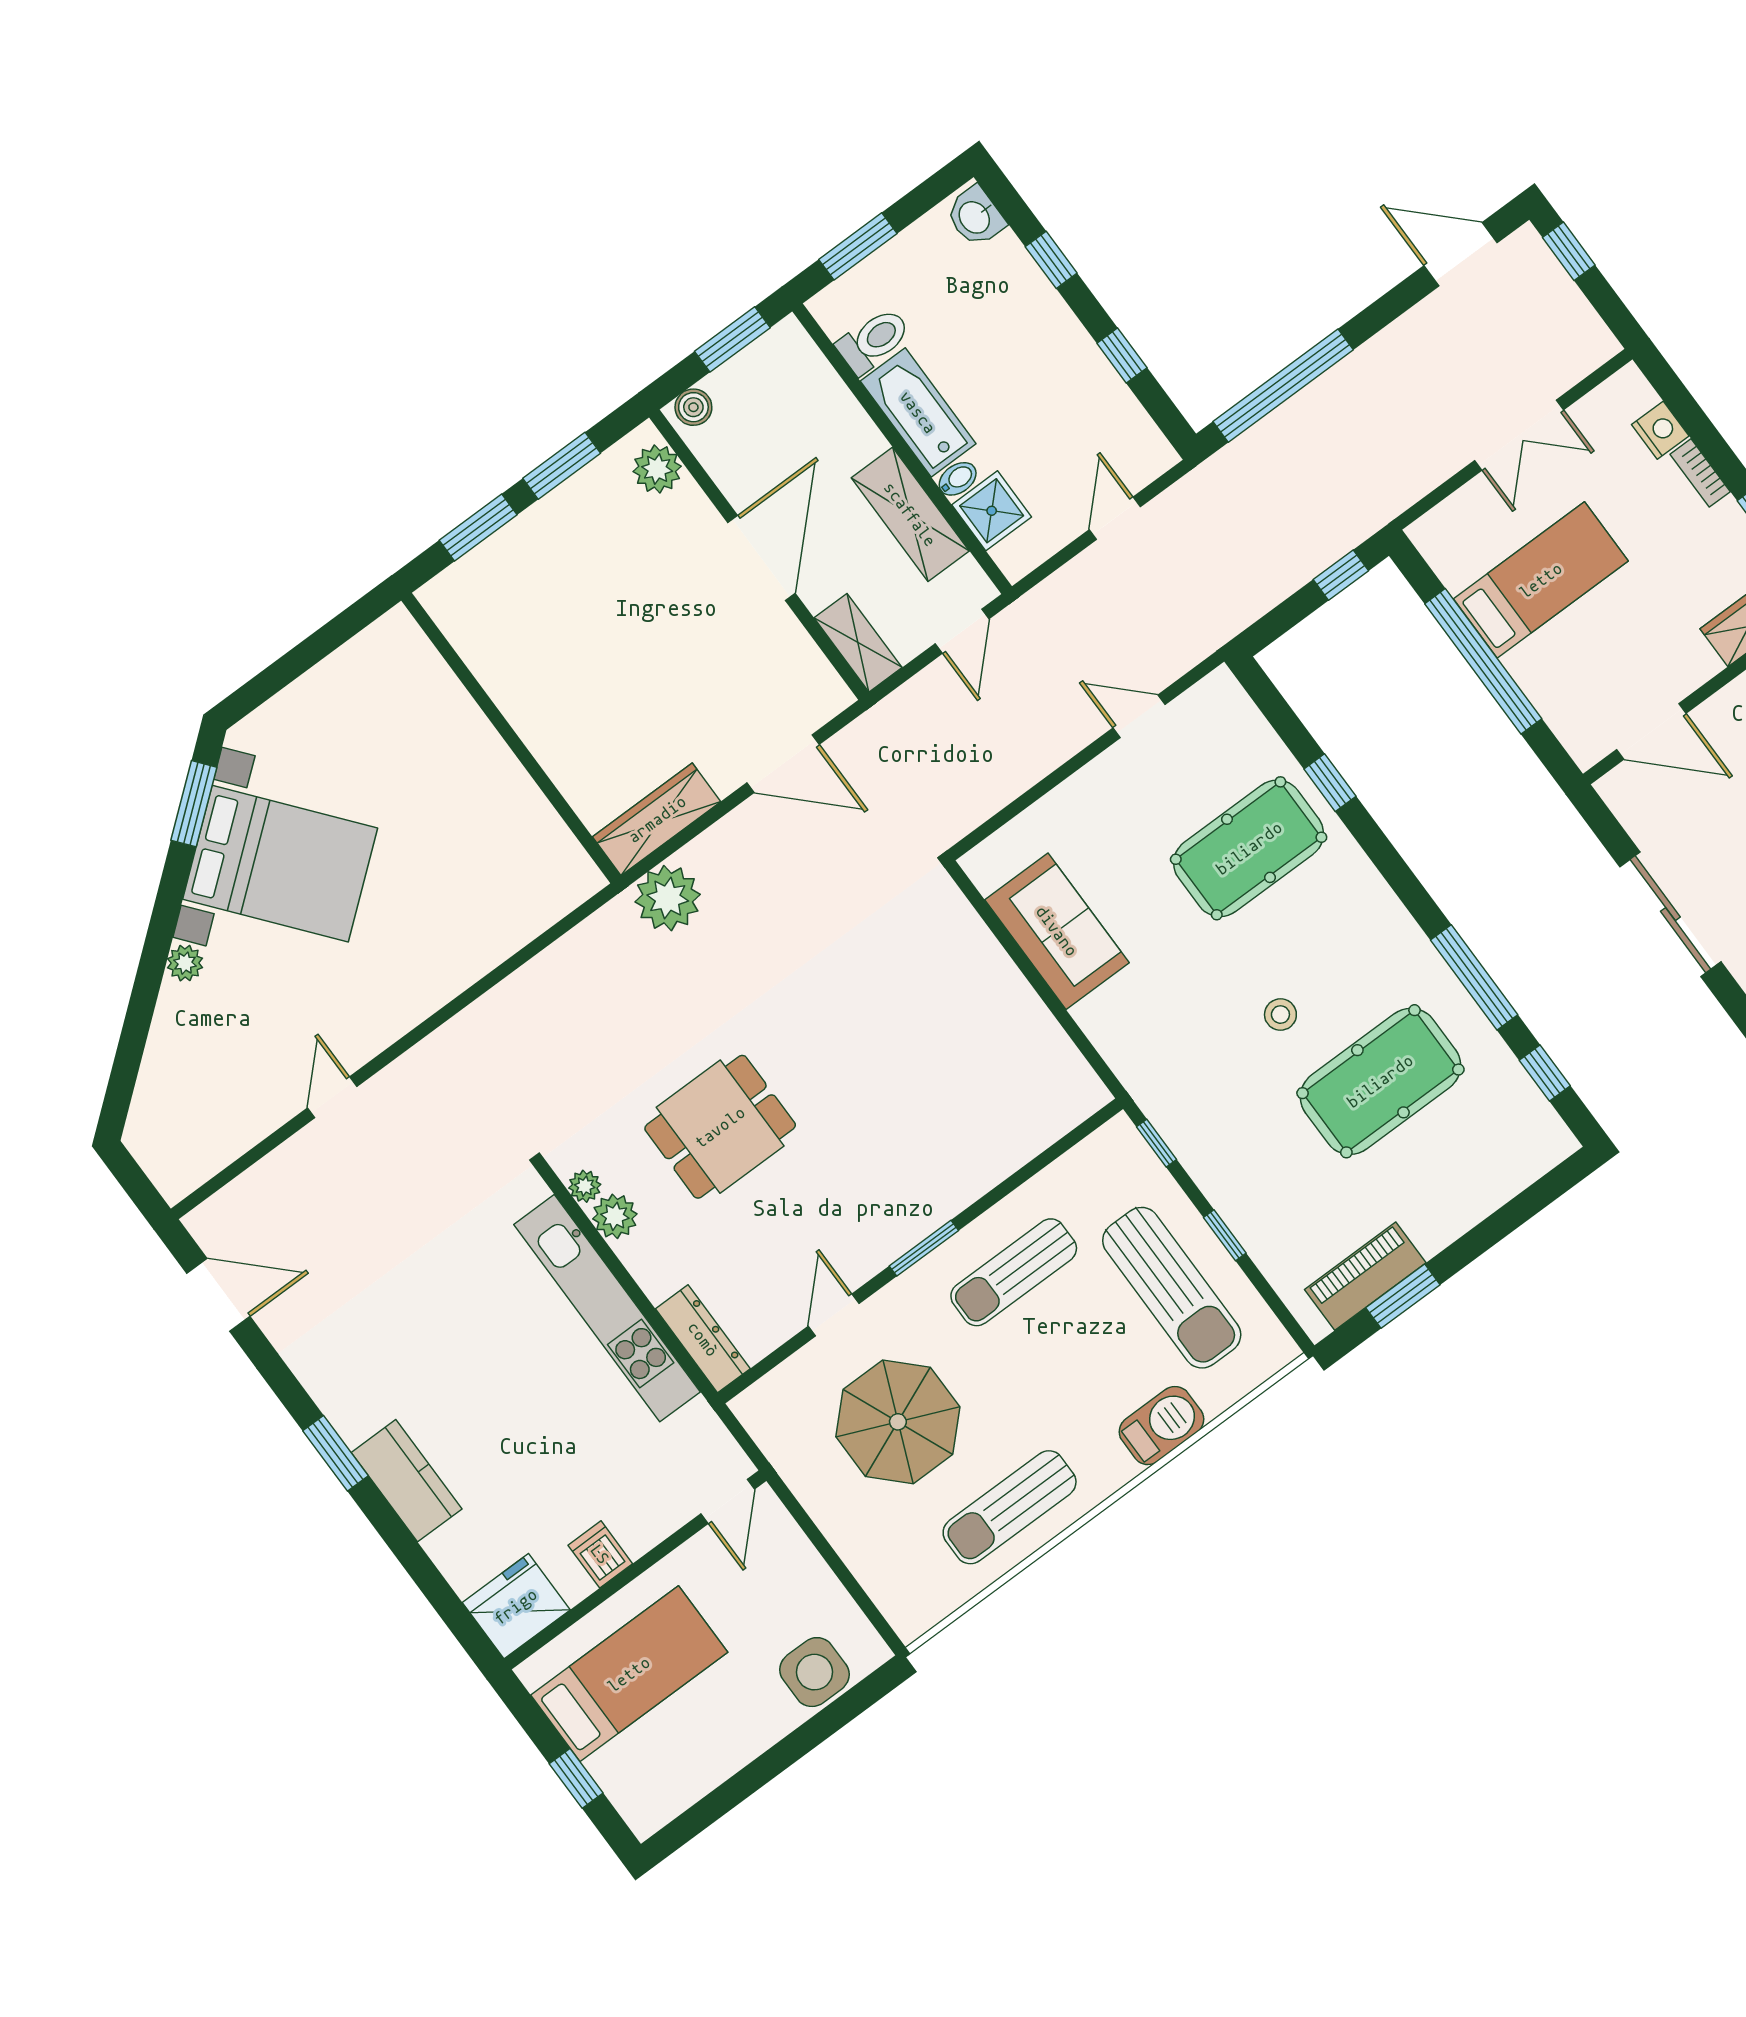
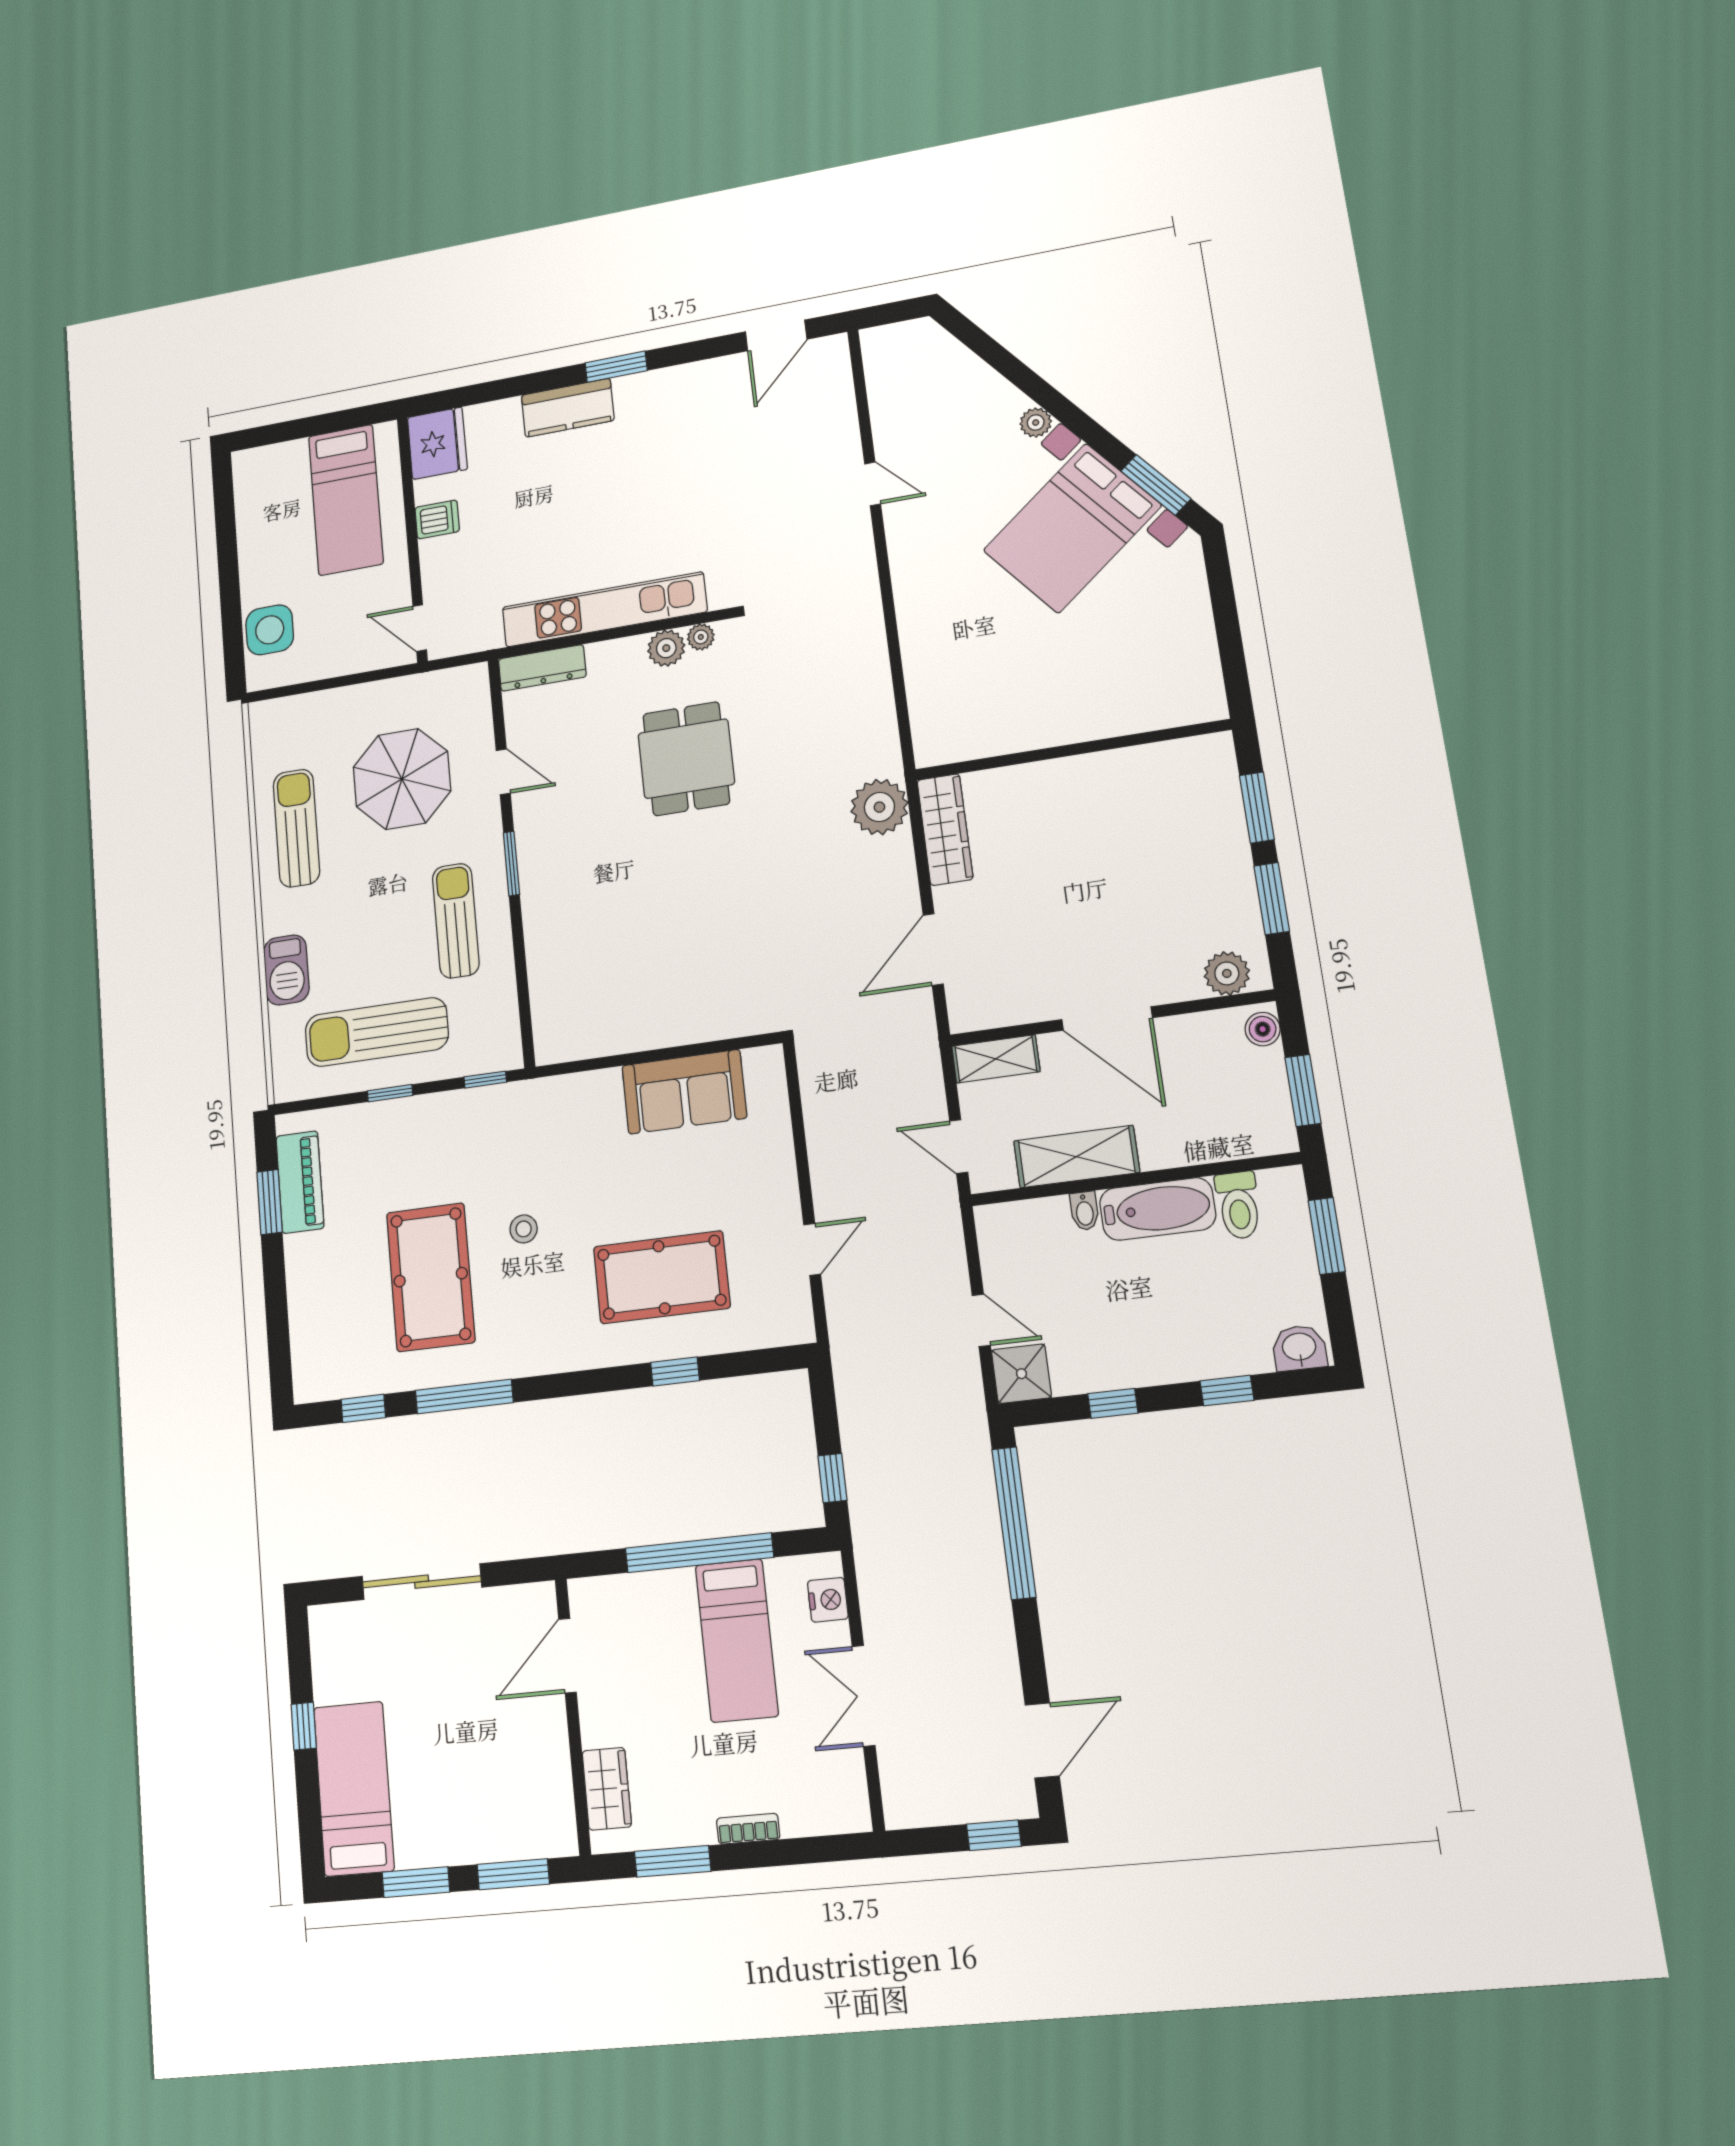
nightstand: (1660, 430) -> (828, 1600), moved, turned -90
shower: (992, 511) -> (1021, 1374), moved
pool table: (1249, 848) -> (662, 1277), turned 90
window: (576, 1778) -> (299, 429), removed

